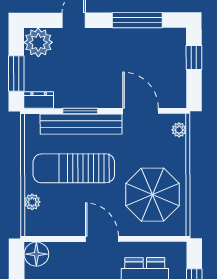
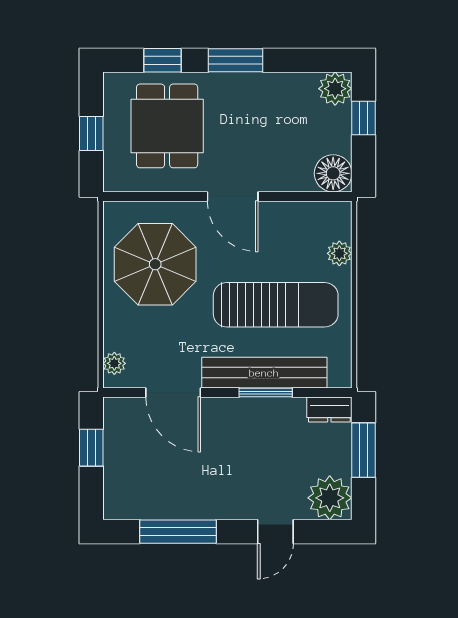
window: (194, 58) -> (91, 448), moved

